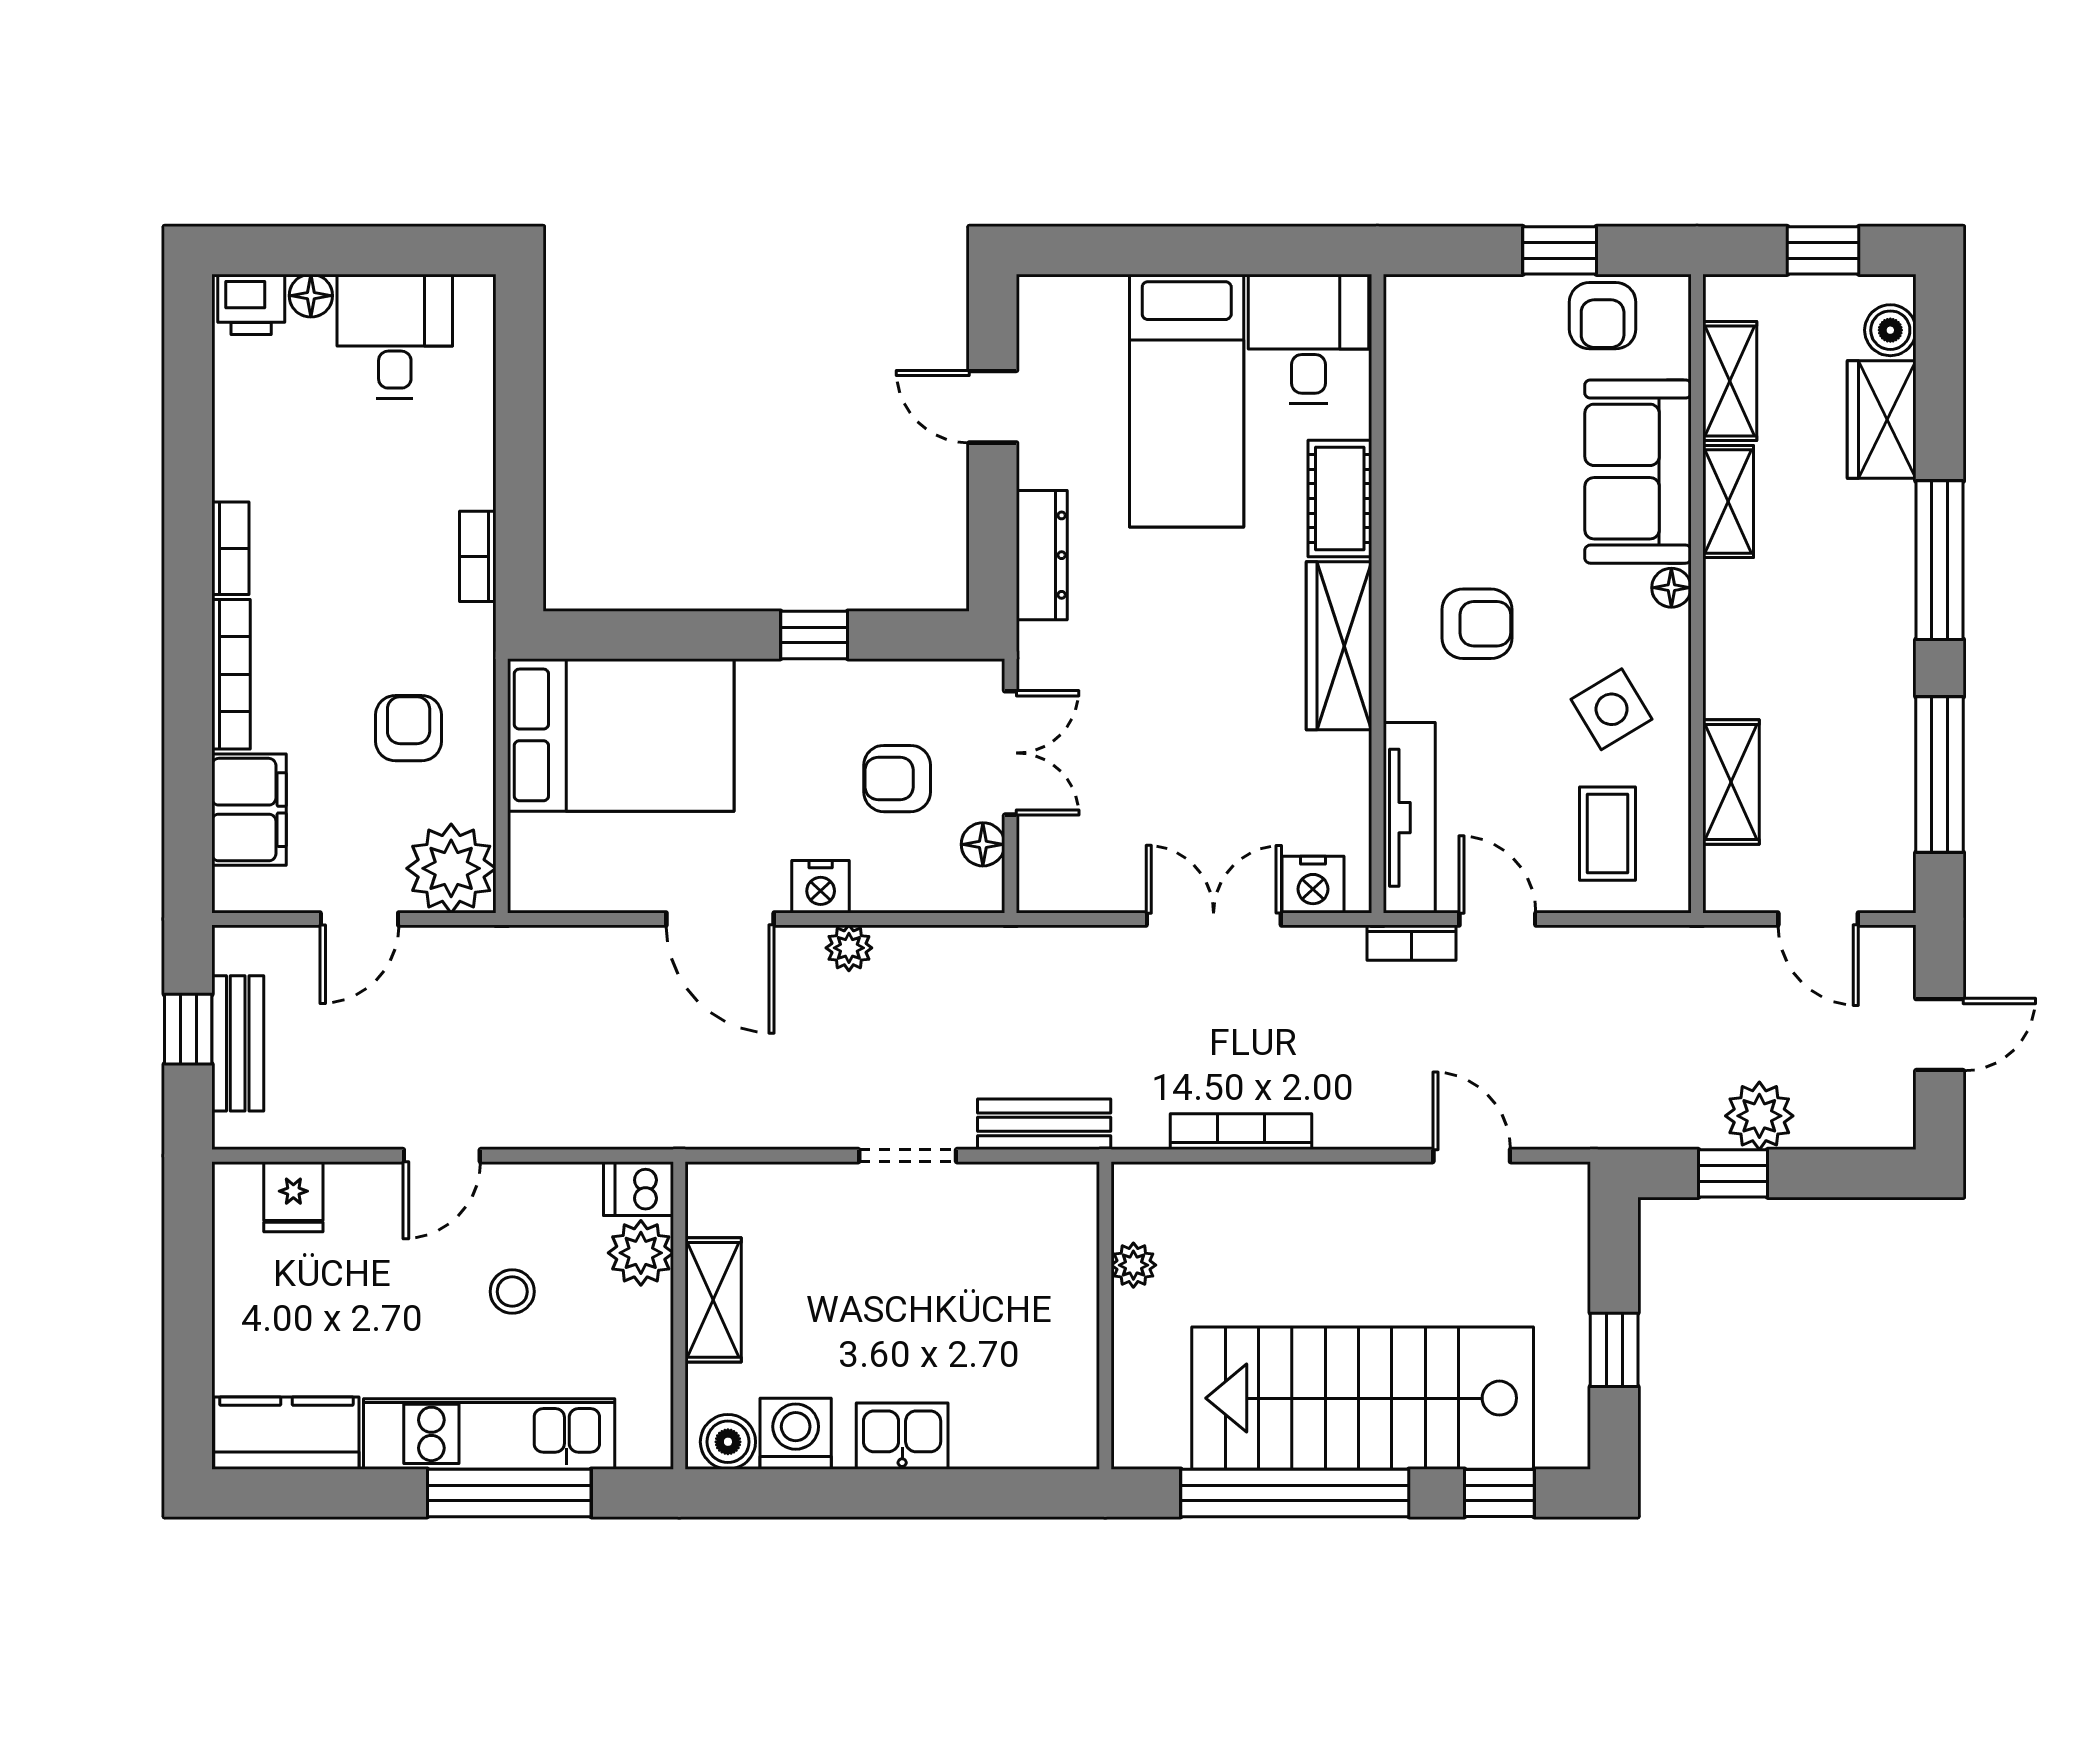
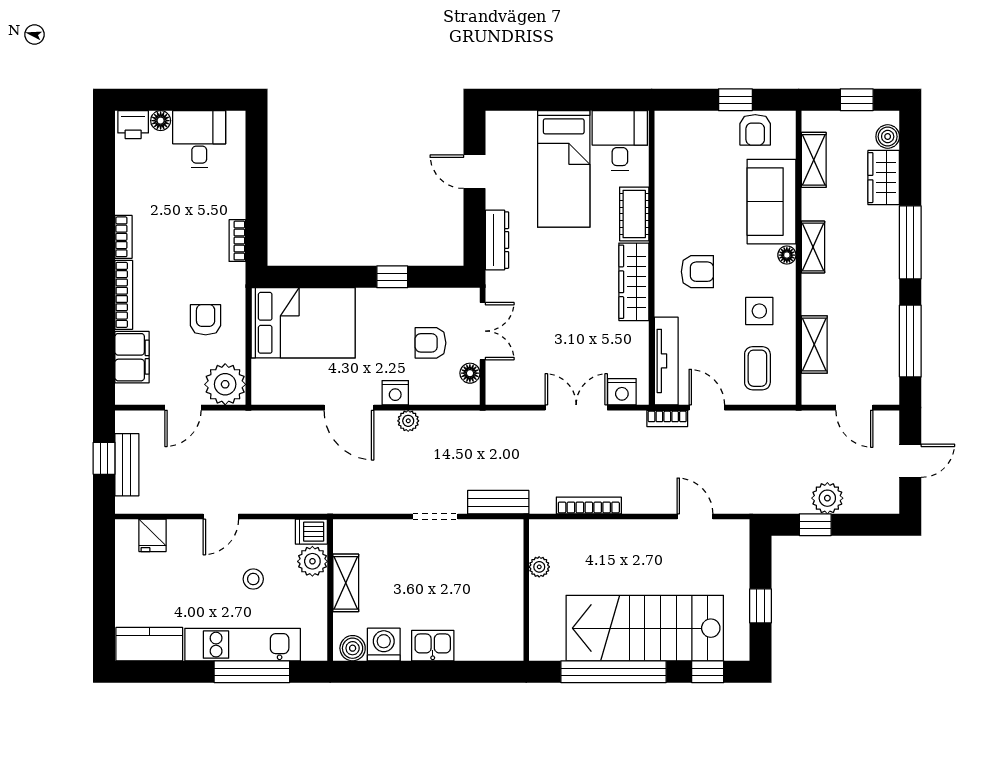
shelving: (1728, 502) -> (813, 247), moved
side table: (1612, 709) -> (759, 311), turned 31

